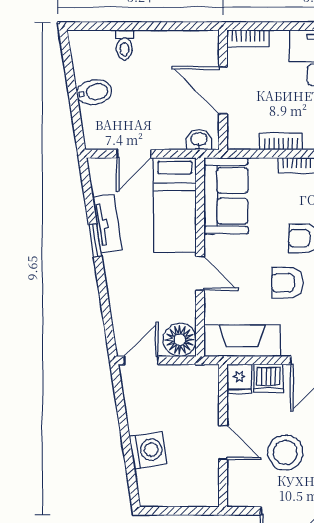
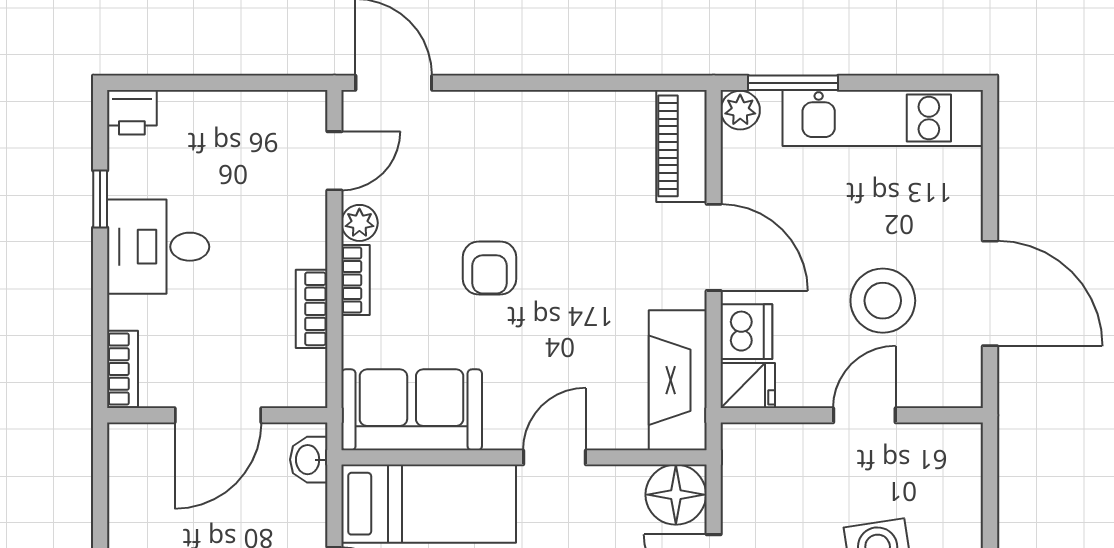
armchair: (287, 283) -> (571, 297), removed

